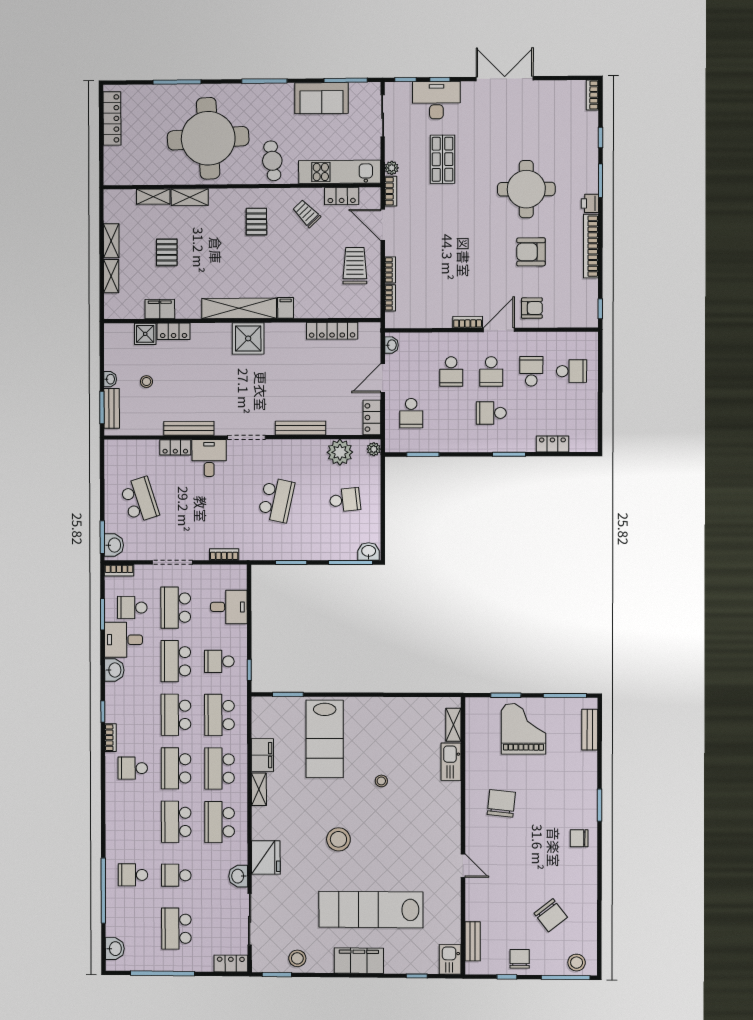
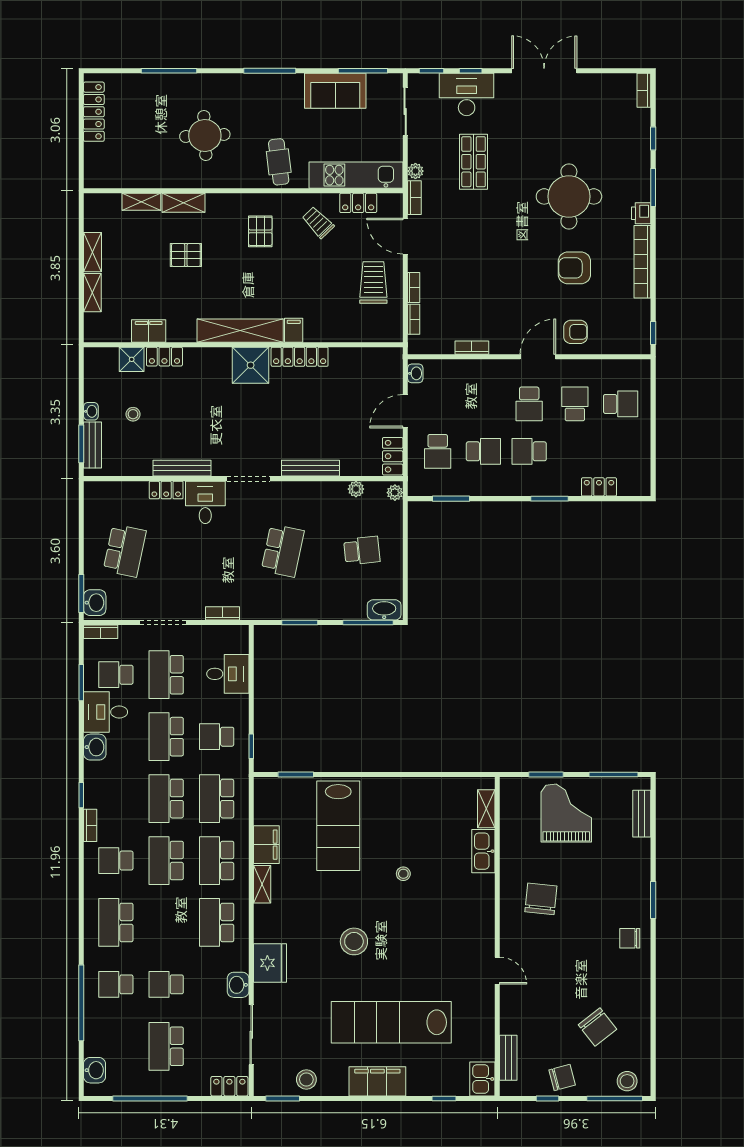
round table: (208, 138) -> (205, 135), width x0.54, depth x0.54
pallet: (167, 252) -> (186, 255), moved, turned 90
bookcase: (468, 322) -> (472, 348), moved
locker: (332, 331) -> (300, 357), moved
school desk: (451, 372) -> (483, 451), moved, turned -90
plant: (340, 452) -> (356, 489), width x0.53, depth x0.53
school desk: (140, 500) -> (125, 551), turned 30
washbasin: (369, 551) -> (384, 610), width x1.38
school desk: (176, 822) -> (116, 922), moved
chair: (520, 959) -> (562, 1077), turned 75

